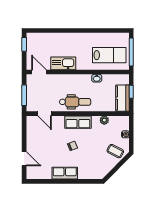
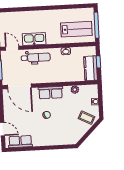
dental chair: (75, 102) -> (36, 58), moved
door: (45, 114) -> (19, 86), width x1.88
row of seats: (65, 173) -> (20, 142), moved

